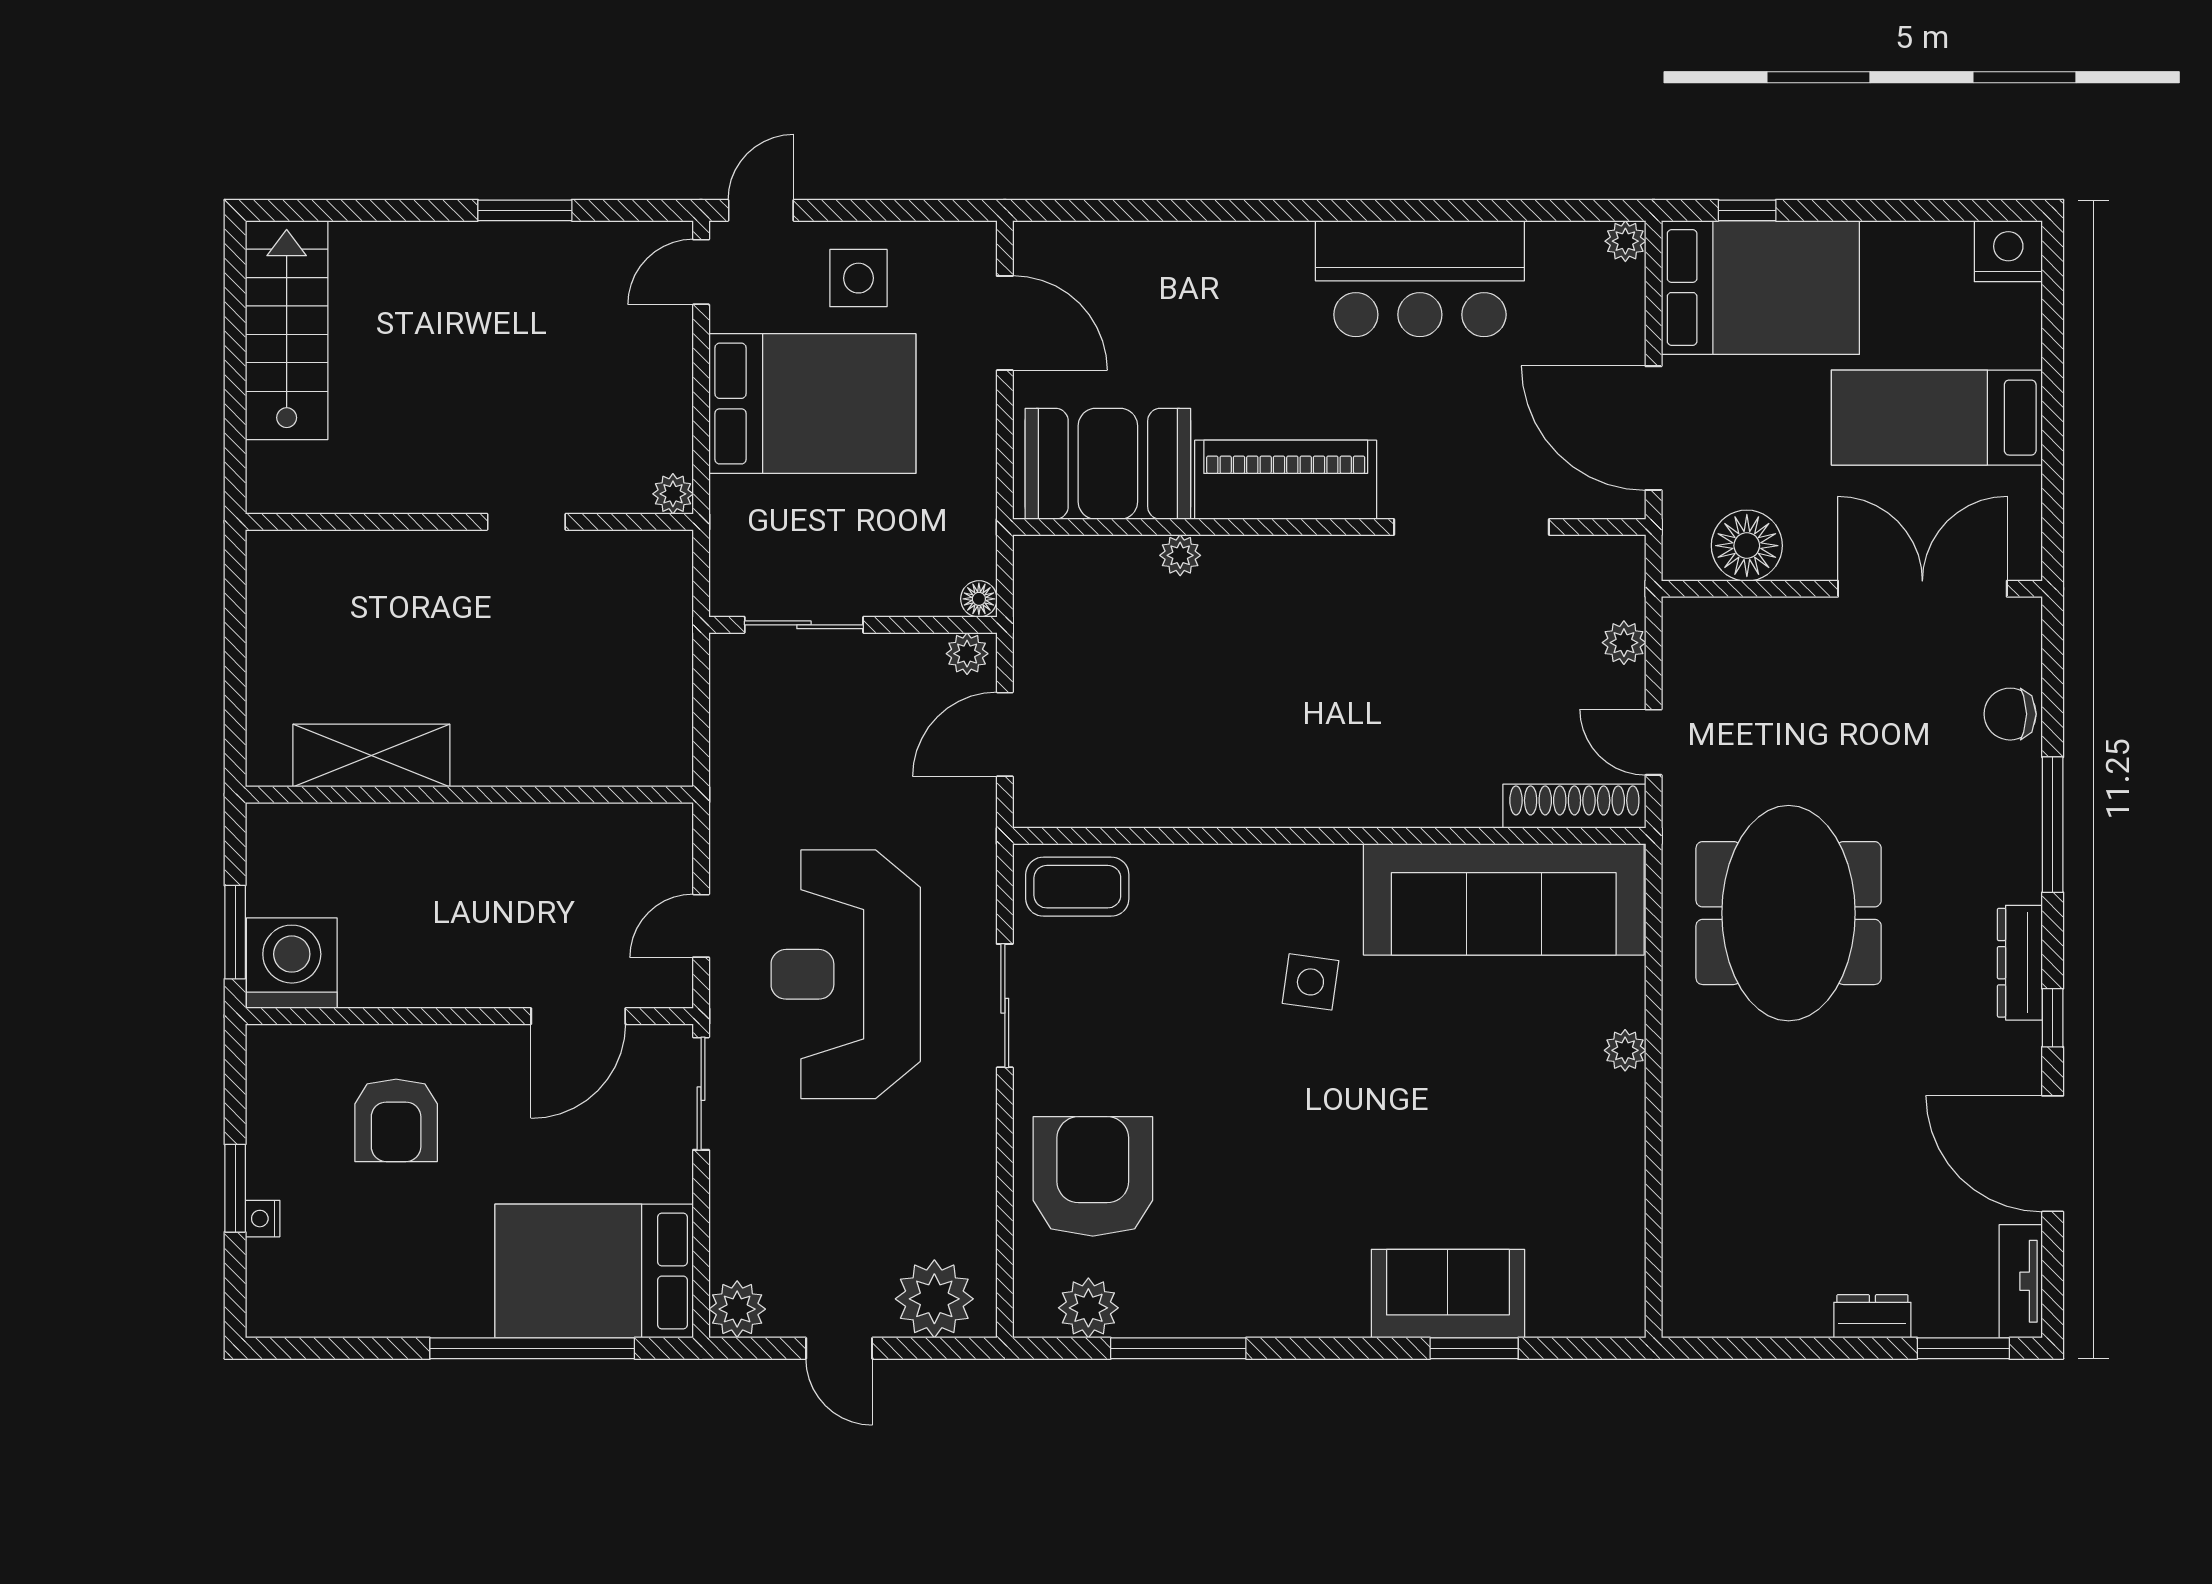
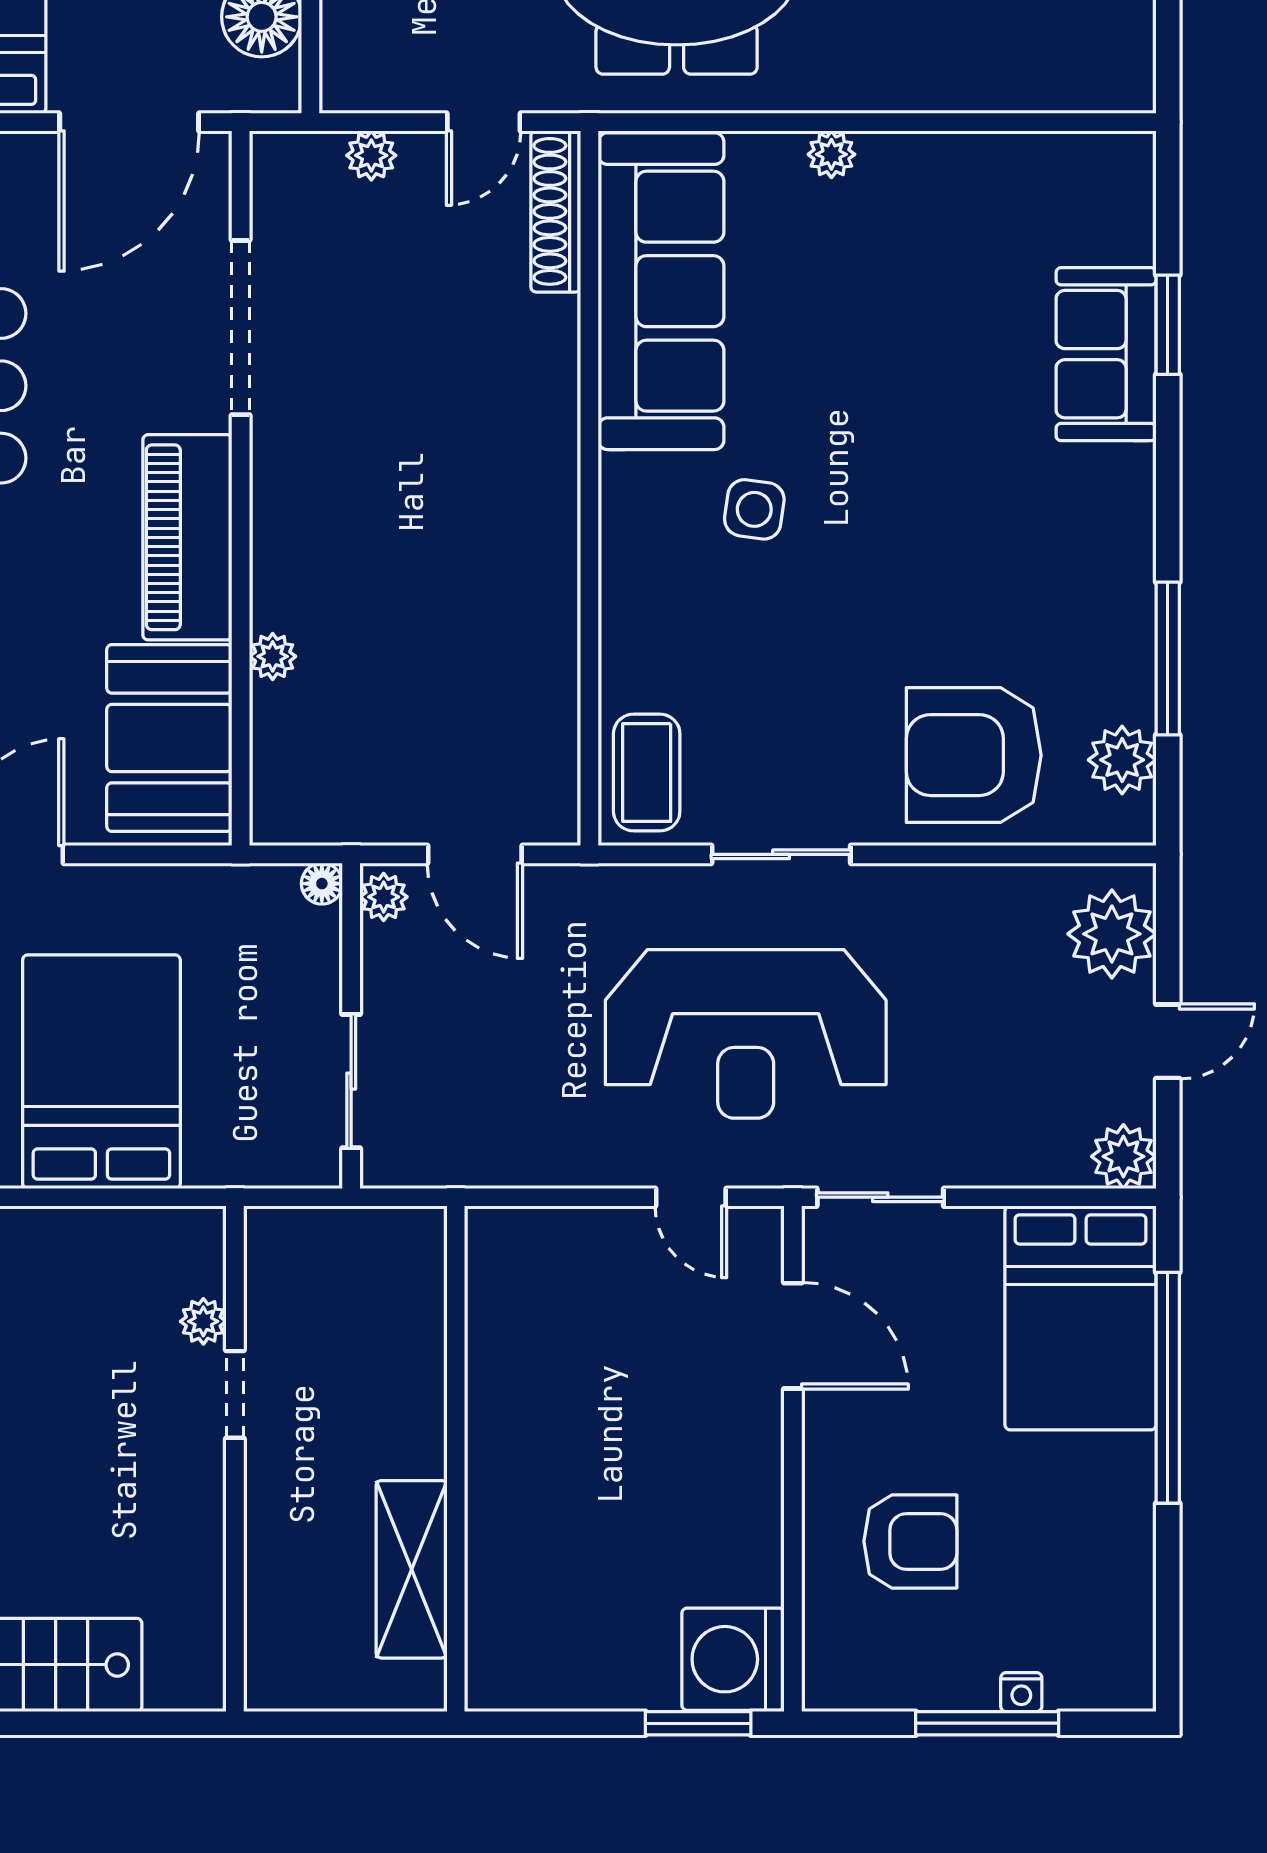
plant: (673, 494) -> (203, 1321), moved
shelving: (371, 756) -> (412, 1569), moved
wall: (469, 795) -> (456, 1459), moved
window: (235, 1188) -> (987, 1723), width x1.44

